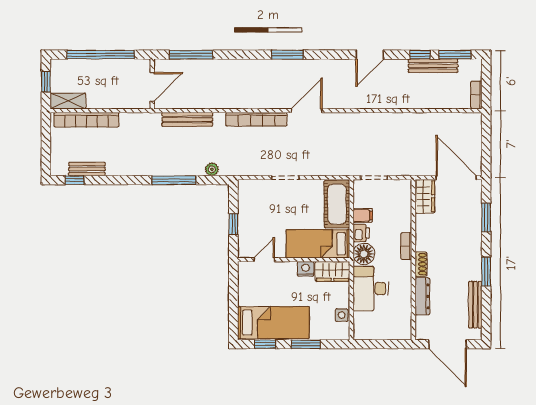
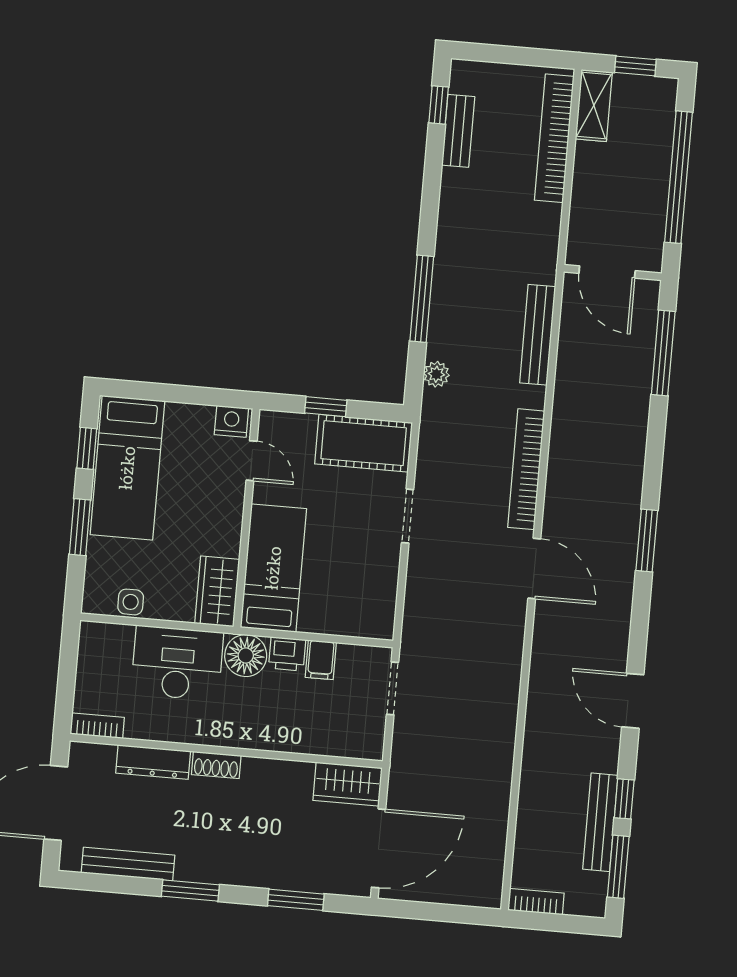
cot: (337, 204) -> (364, 443), moved
bookcase: (406, 246) -> (97, 726), moved
nightstand: (306, 269) -> (231, 421), moved, turned -90

